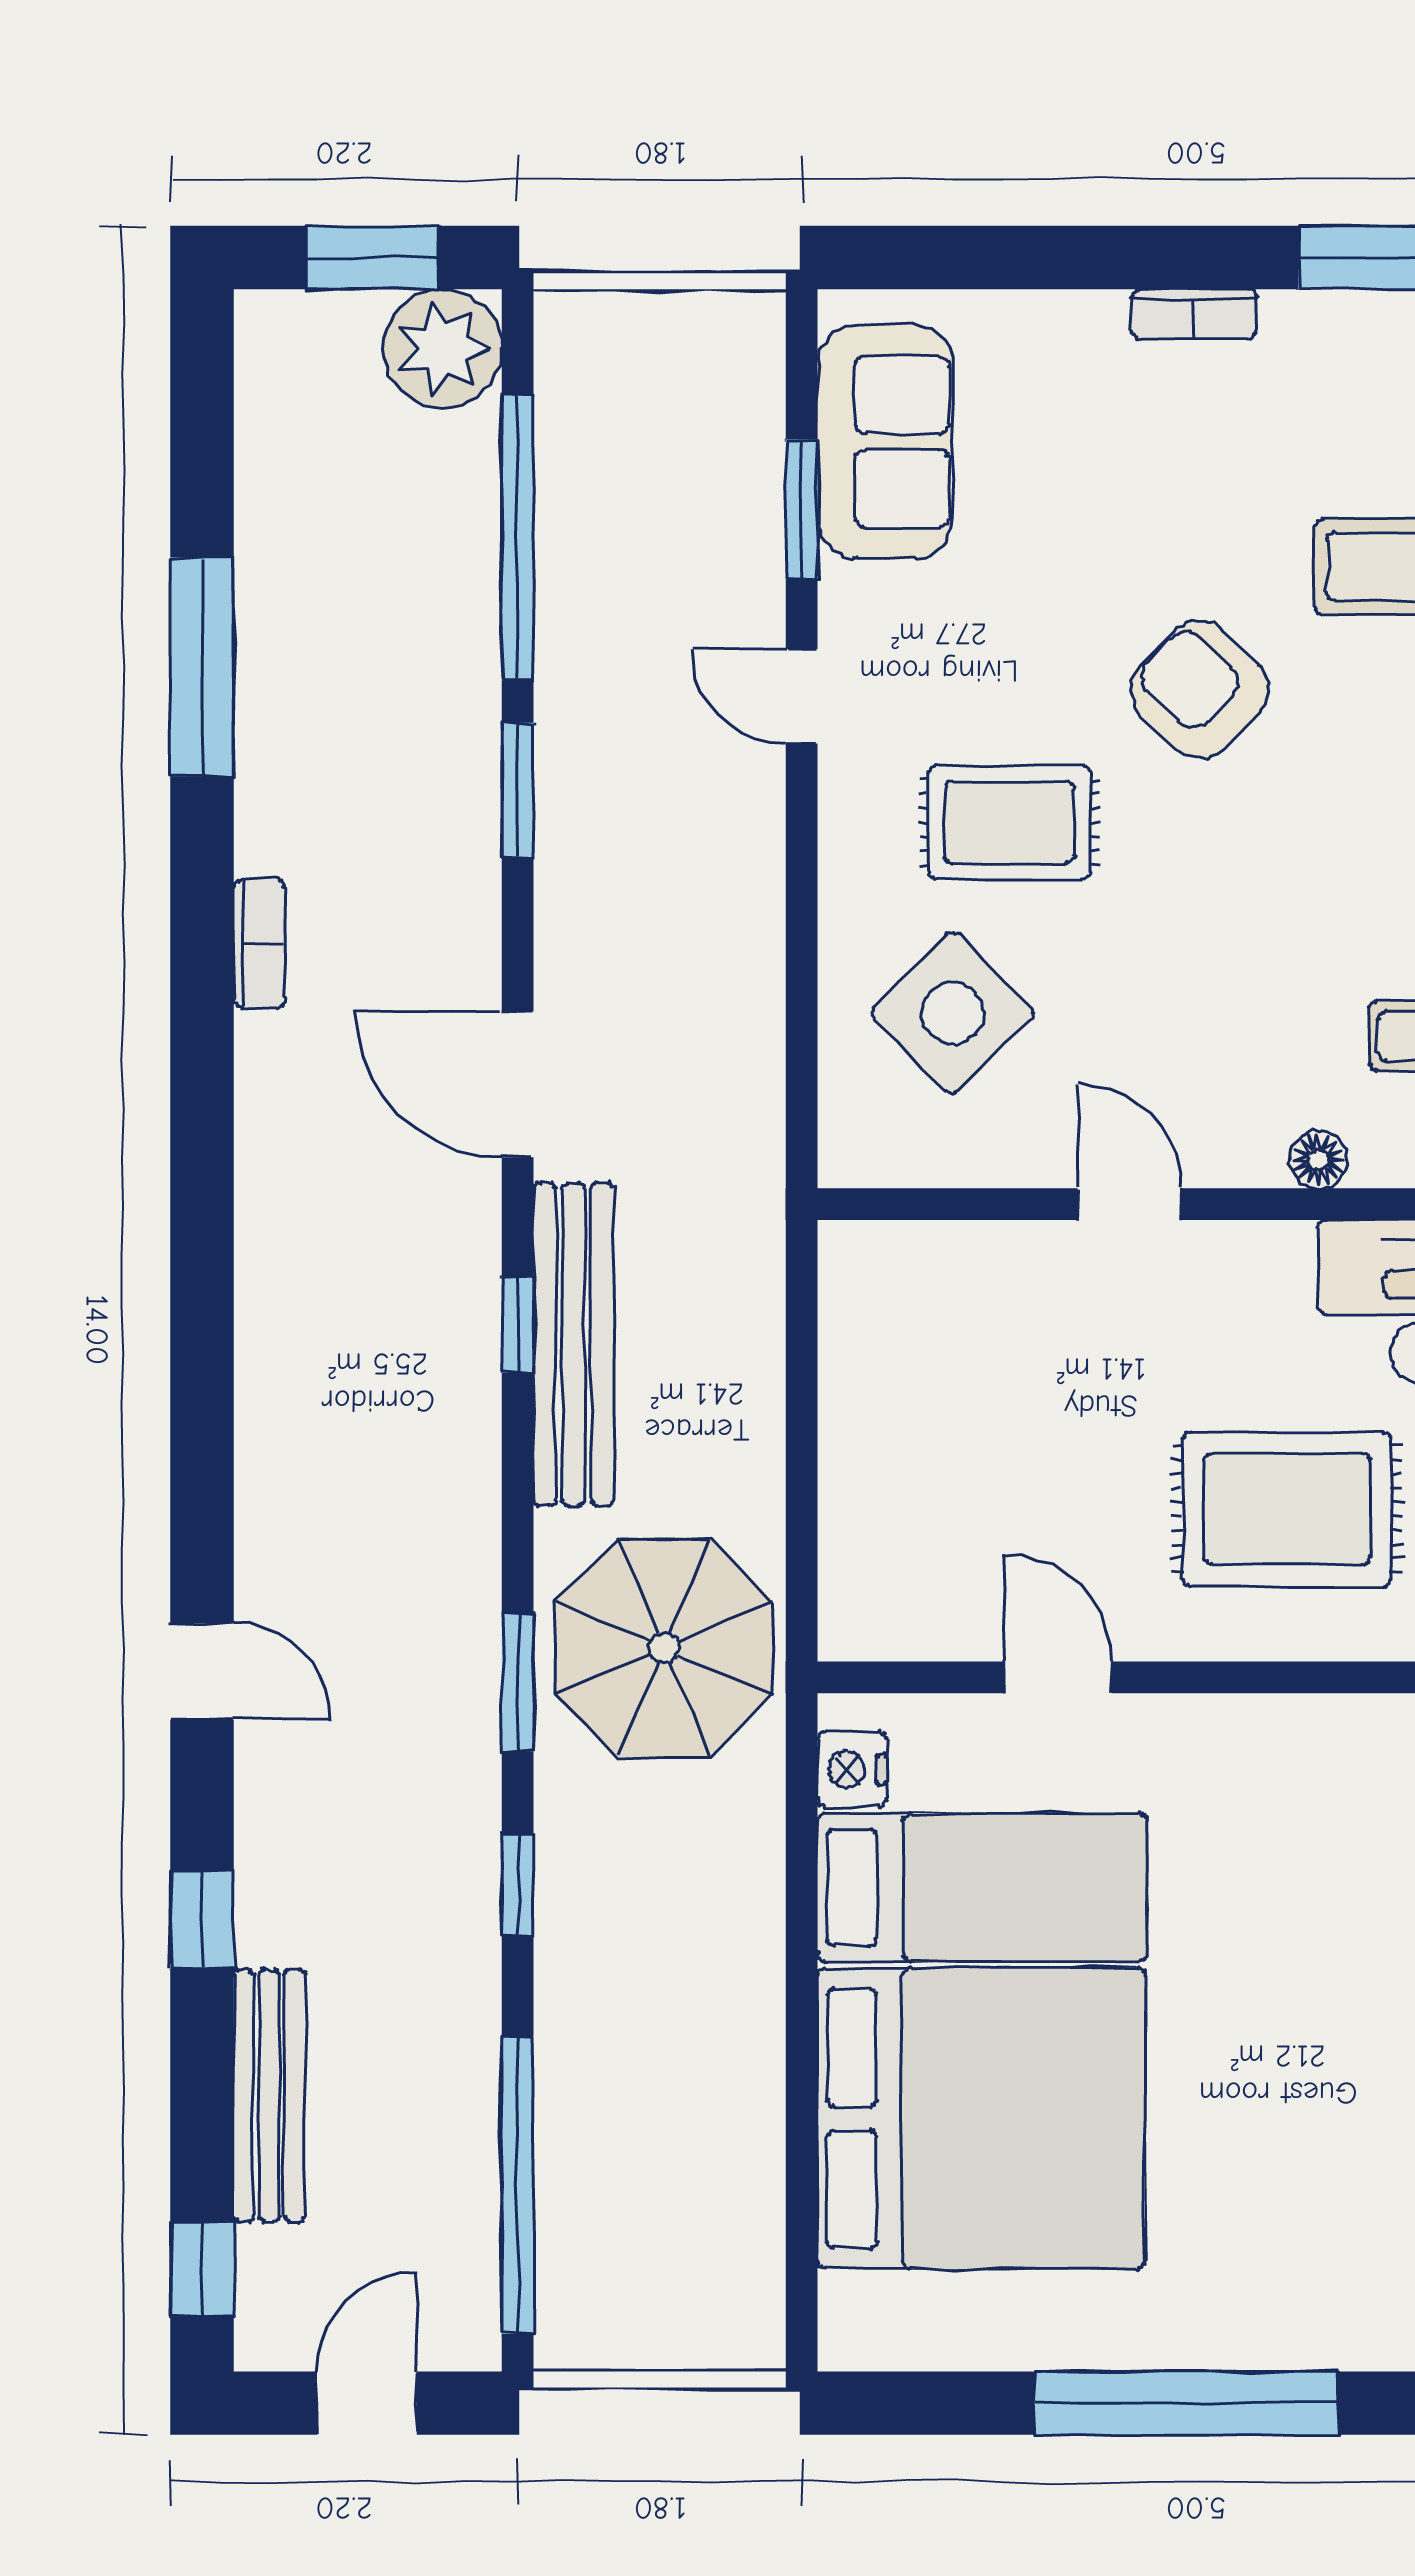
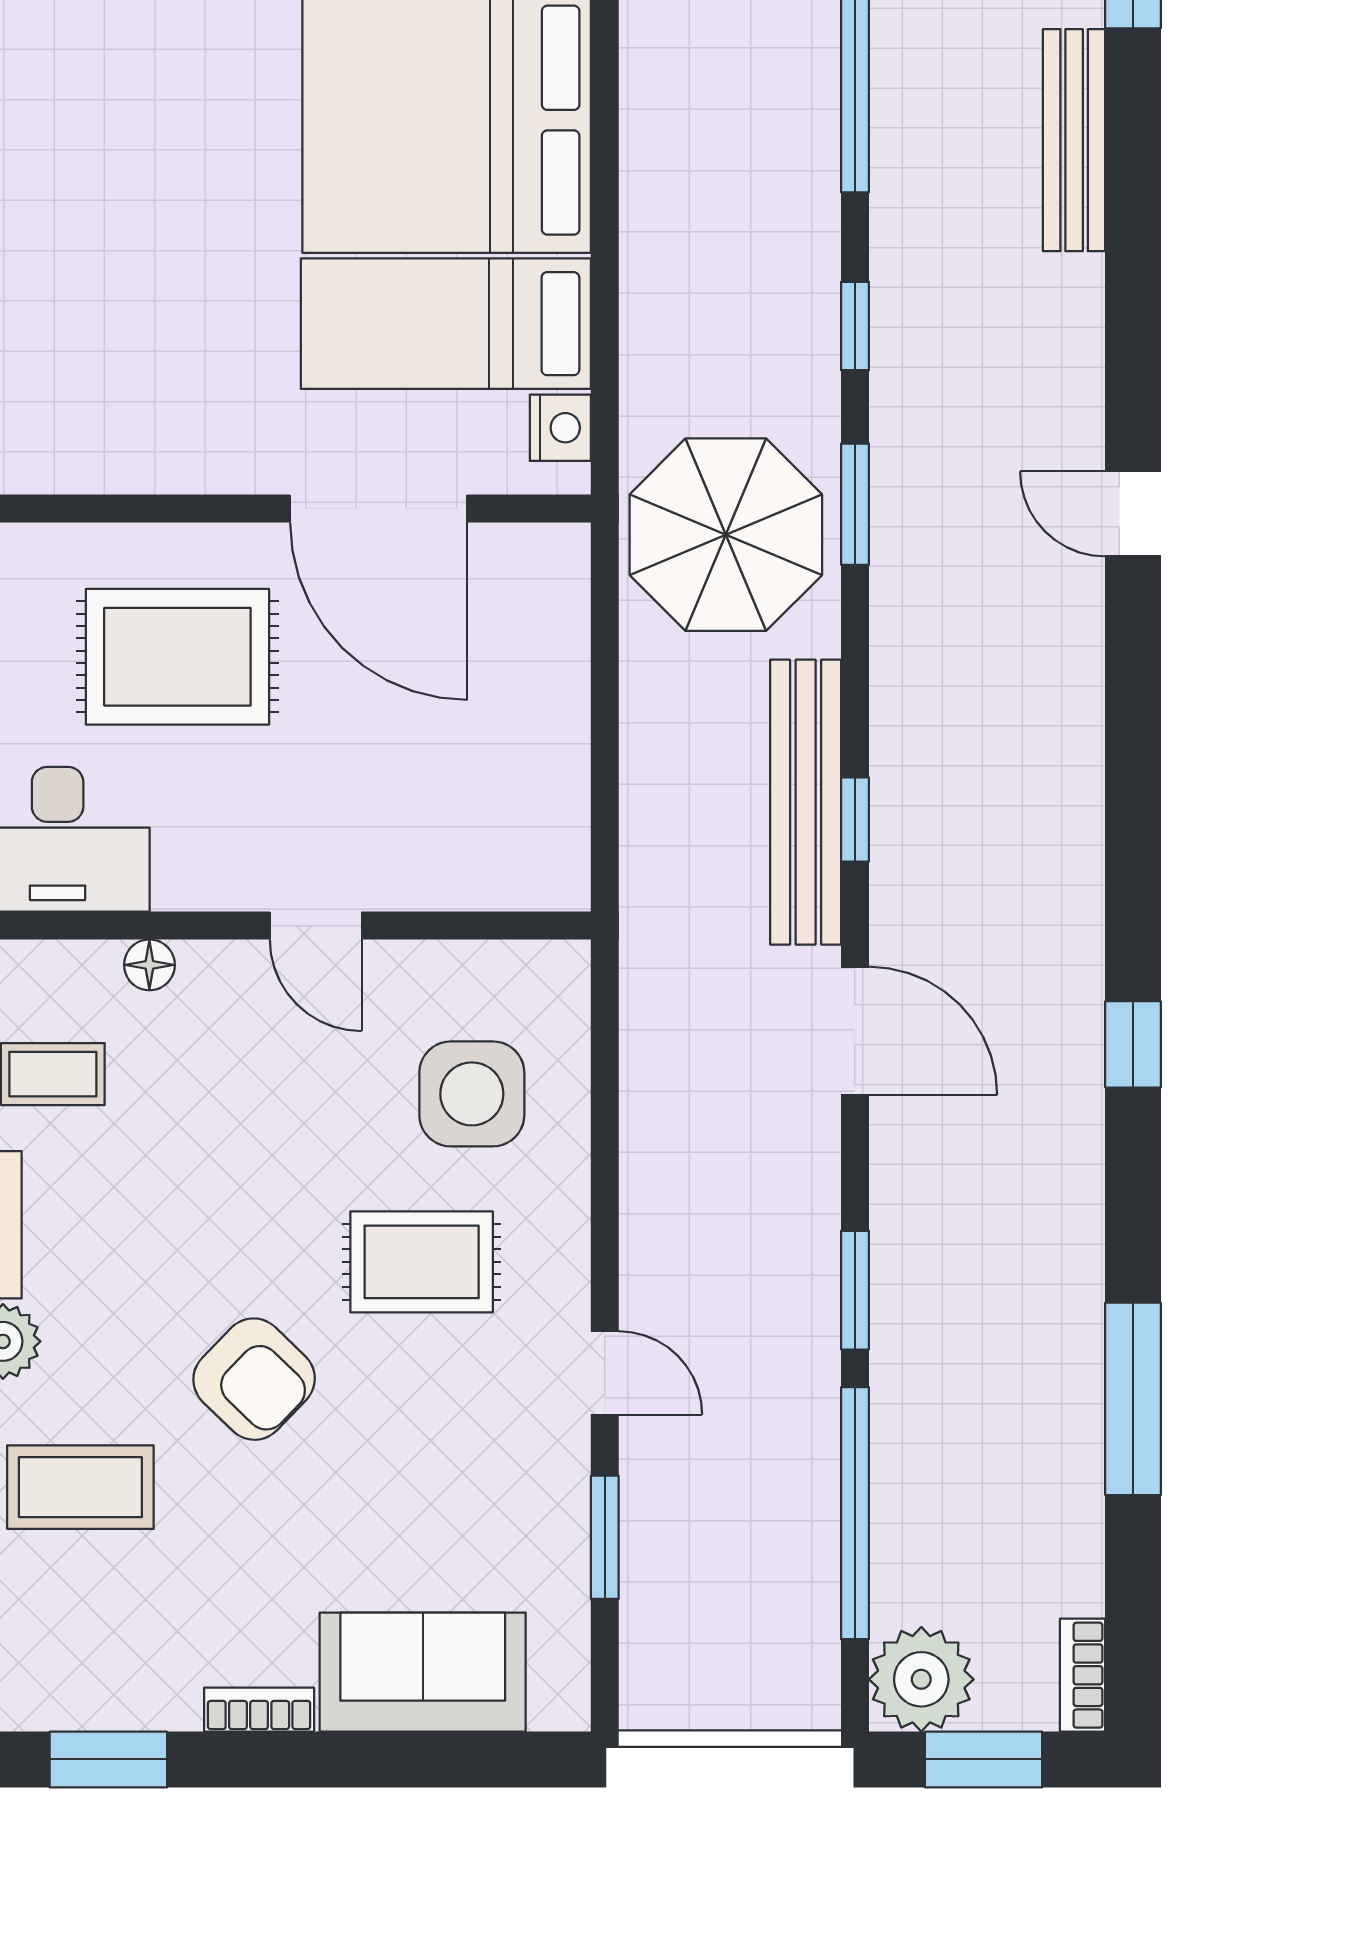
sofa: (885, 442) -> (423, 1672), moved, turned 90
bookcase: (259, 943) -> (1083, 1675), moved
side table: (953, 1013) -> (472, 1094), turned 45
door: (1058, 1677) -> (379, 509), width x1.87
window: (202, 1920) -> (1133, 1044), moved

